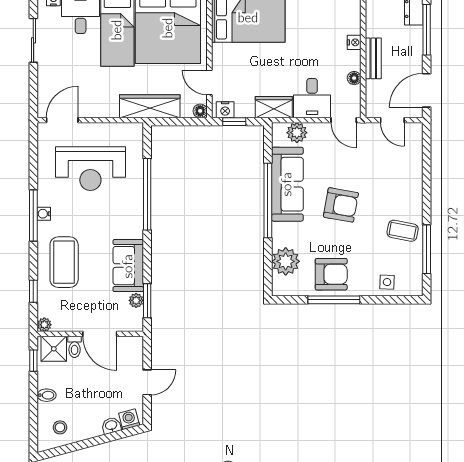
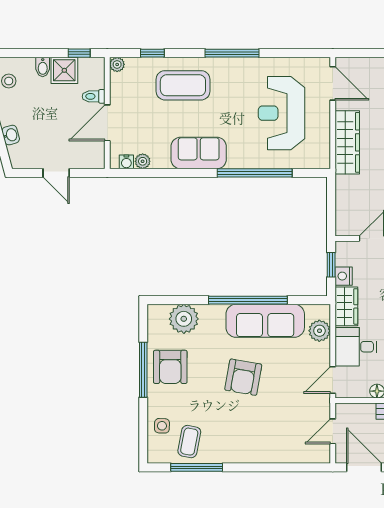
wardrobe: (150, 106) -> (347, 142), moved
nightstand: (225, 110) -> (344, 276), moved
floor lamp: (200, 111) -> (342, 229), removed
water cooler: (44, 214) -> (126, 162), moved, turned 180
coffee table: (403, 231) -> (189, 442), moved
sofa: (128, 266) -> (199, 153), moved
window: (147, 301) -> (142, 173), removed
shower: (54, 349) -> (64, 70), moved
washing machine: (129, 419) -> (17, 154), removed

